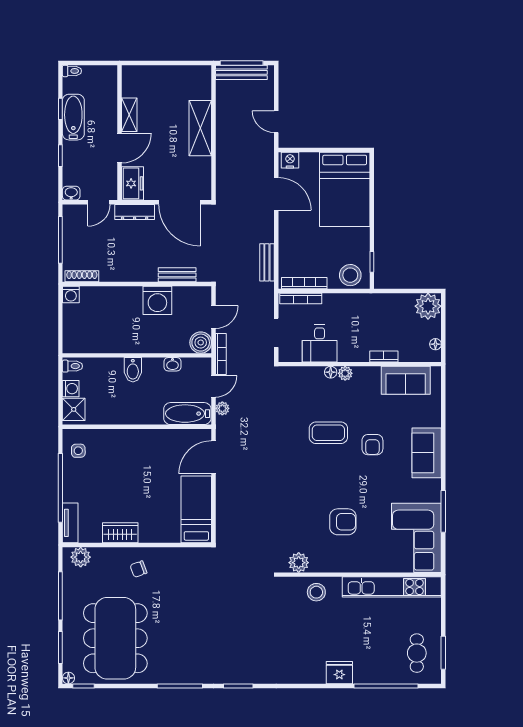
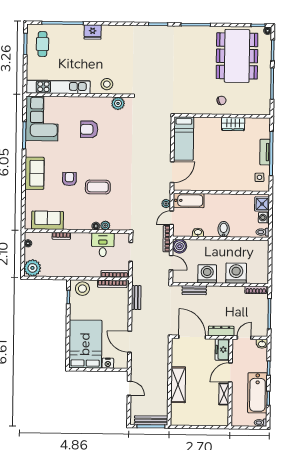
bathtub: (73, 117) -> (258, 393), width x1.36, depth x1.36
nightstand: (290, 160) -> (108, 363), moved
washing machine: (71, 294) -> (236, 273), moved, width x1.89, depth x1.89
door: (214, 317) -> (171, 263), swing flipped
plant: (345, 373) -> (105, 225), moved
tv unit: (70, 523) -> (265, 152), moved
plant: (81, 557) -> (259, 109), removed

